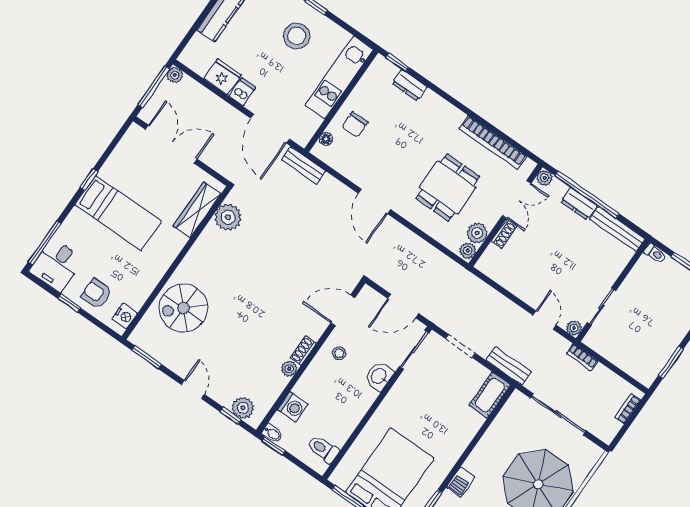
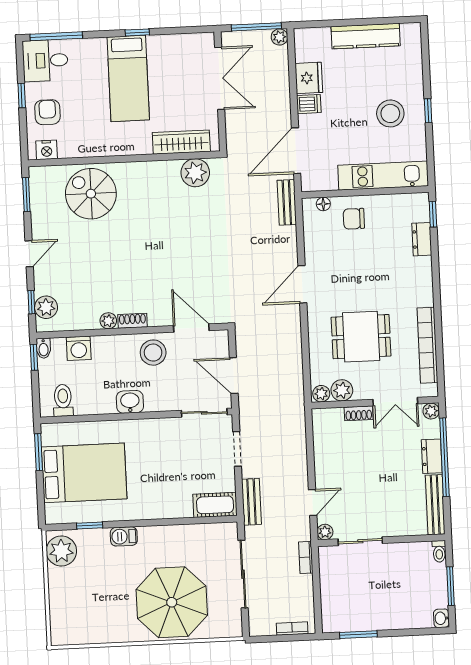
stool: (339, 353) -> (153, 353), width x1.89, depth x1.89
washbasin: (379, 376) -> (130, 402), moved

